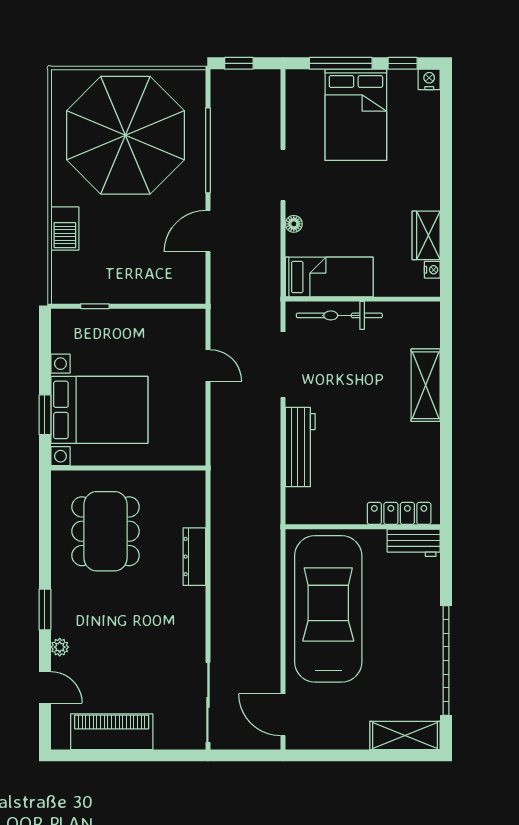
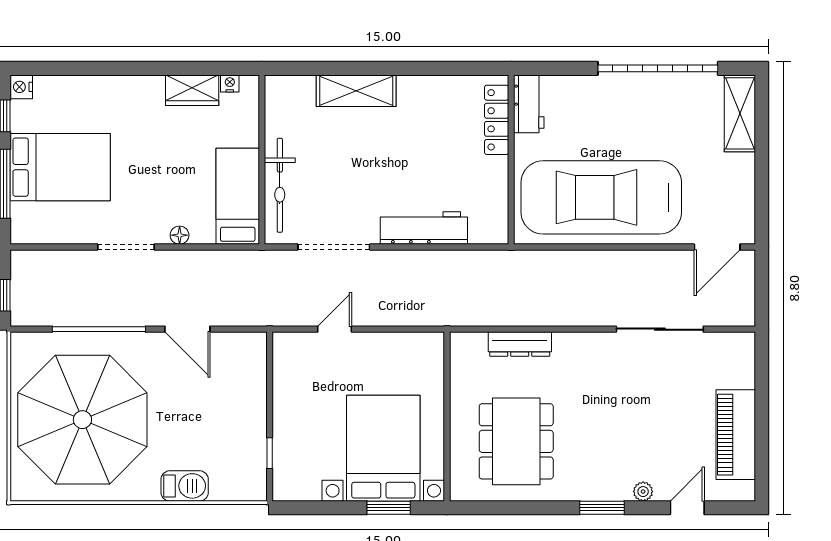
dining table: (106, 531) -> (516, 441), turned 90
dresser: (194, 557) -> (520, 344), moved
sliding door: (208, 702) -> (660, 329), moved

